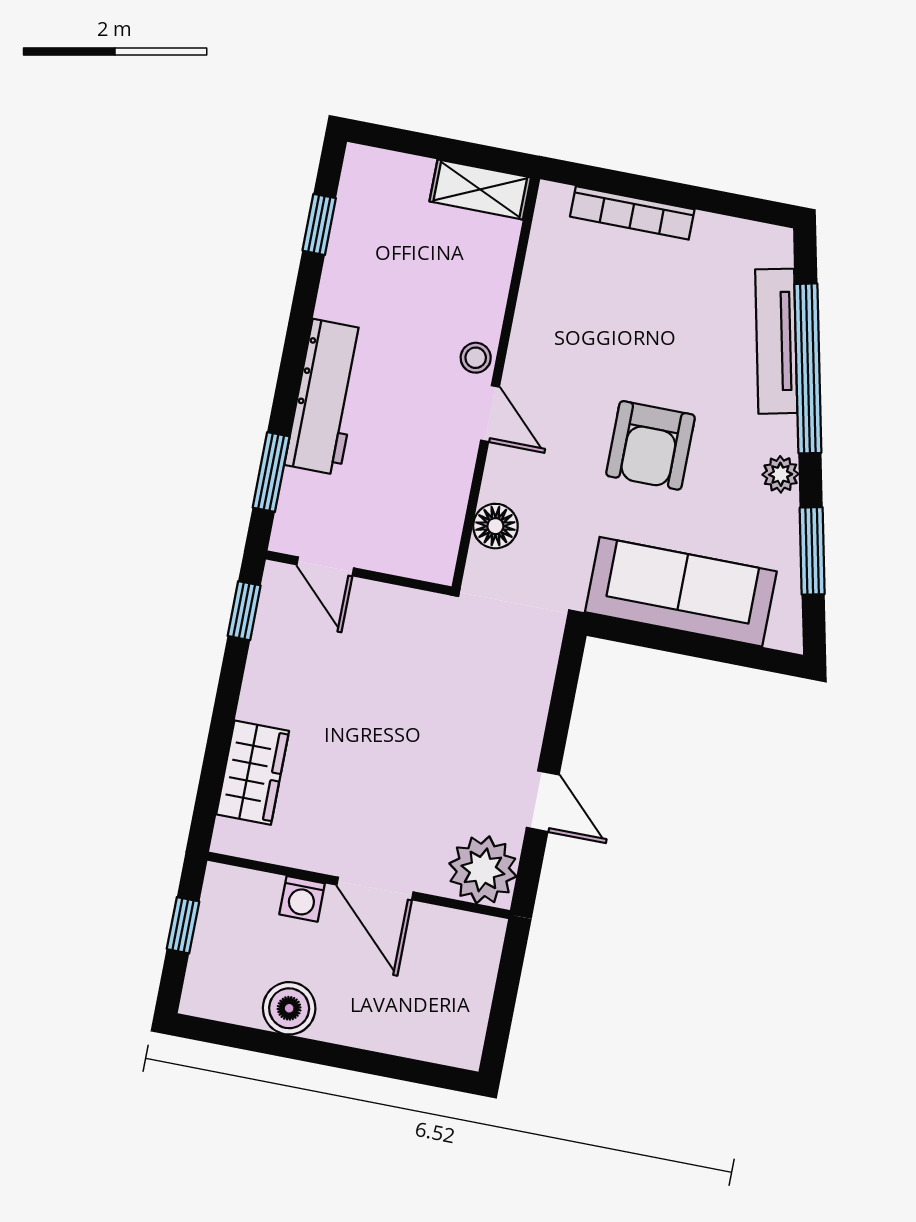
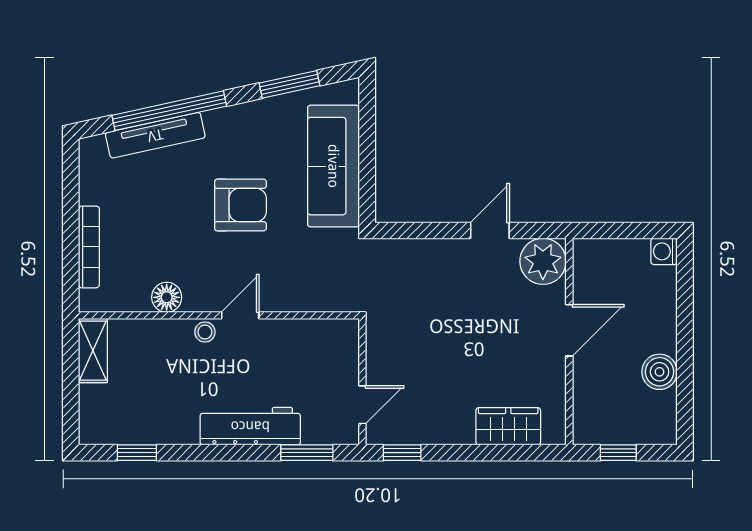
plant: (781, 474) -> (243, 115), removed
floor lamp: (495, 526) -> (167, 297), moved
washing machine: (302, 899) -> (664, 251), moved, turned 180

